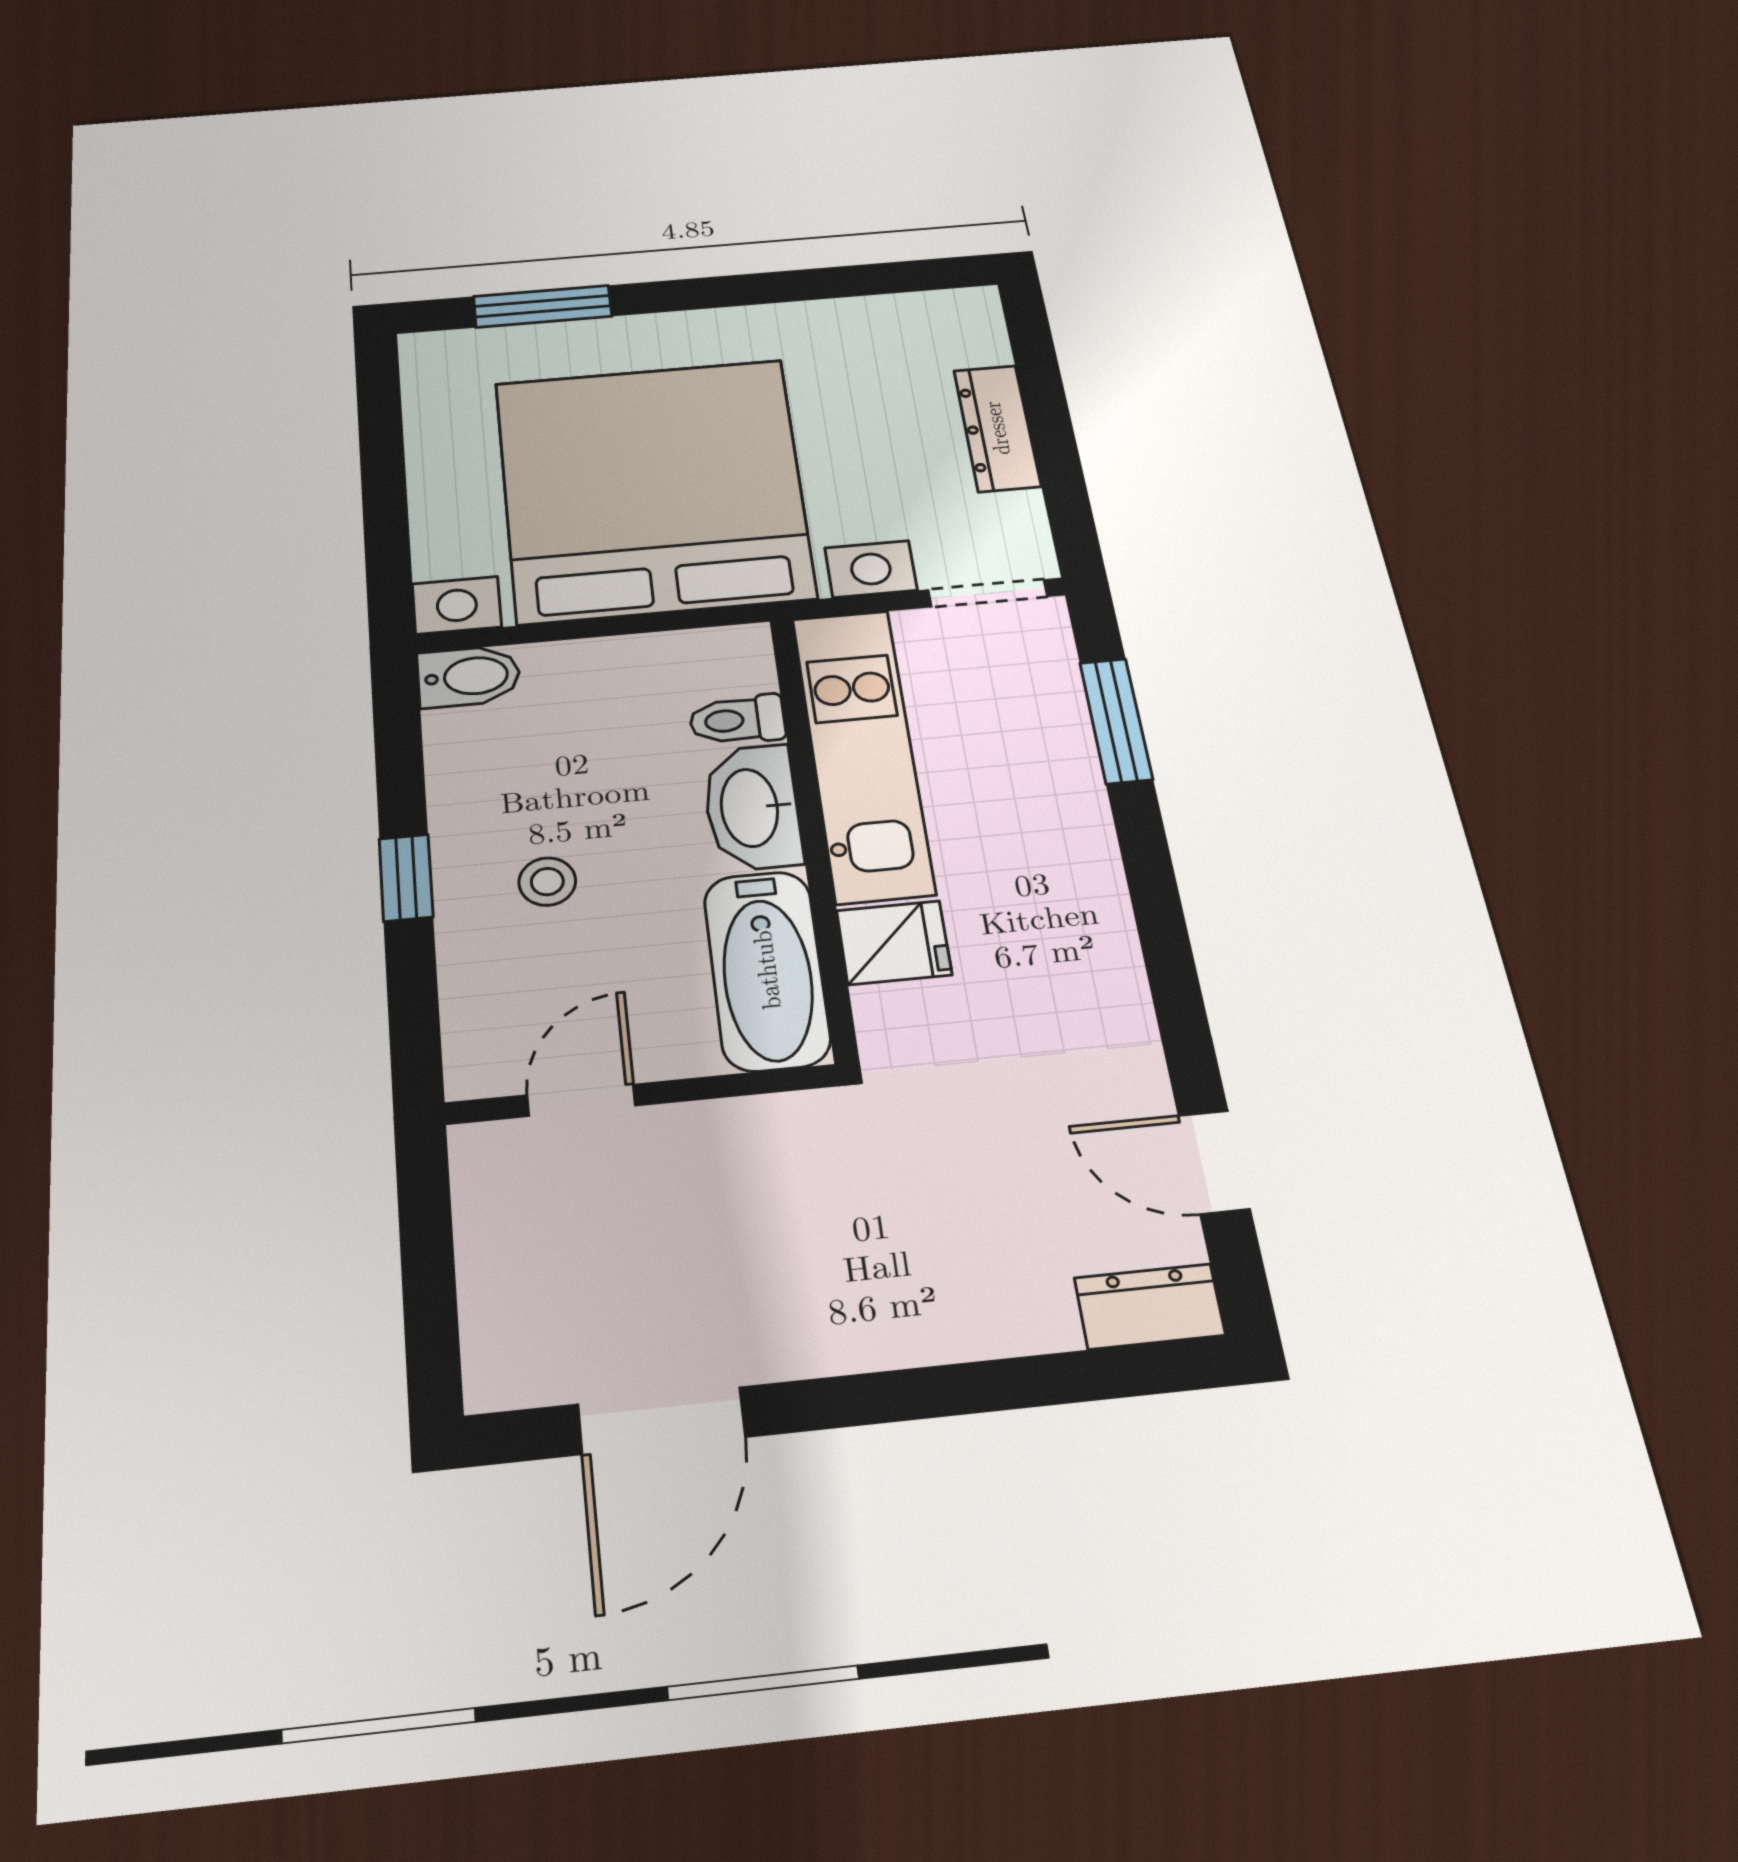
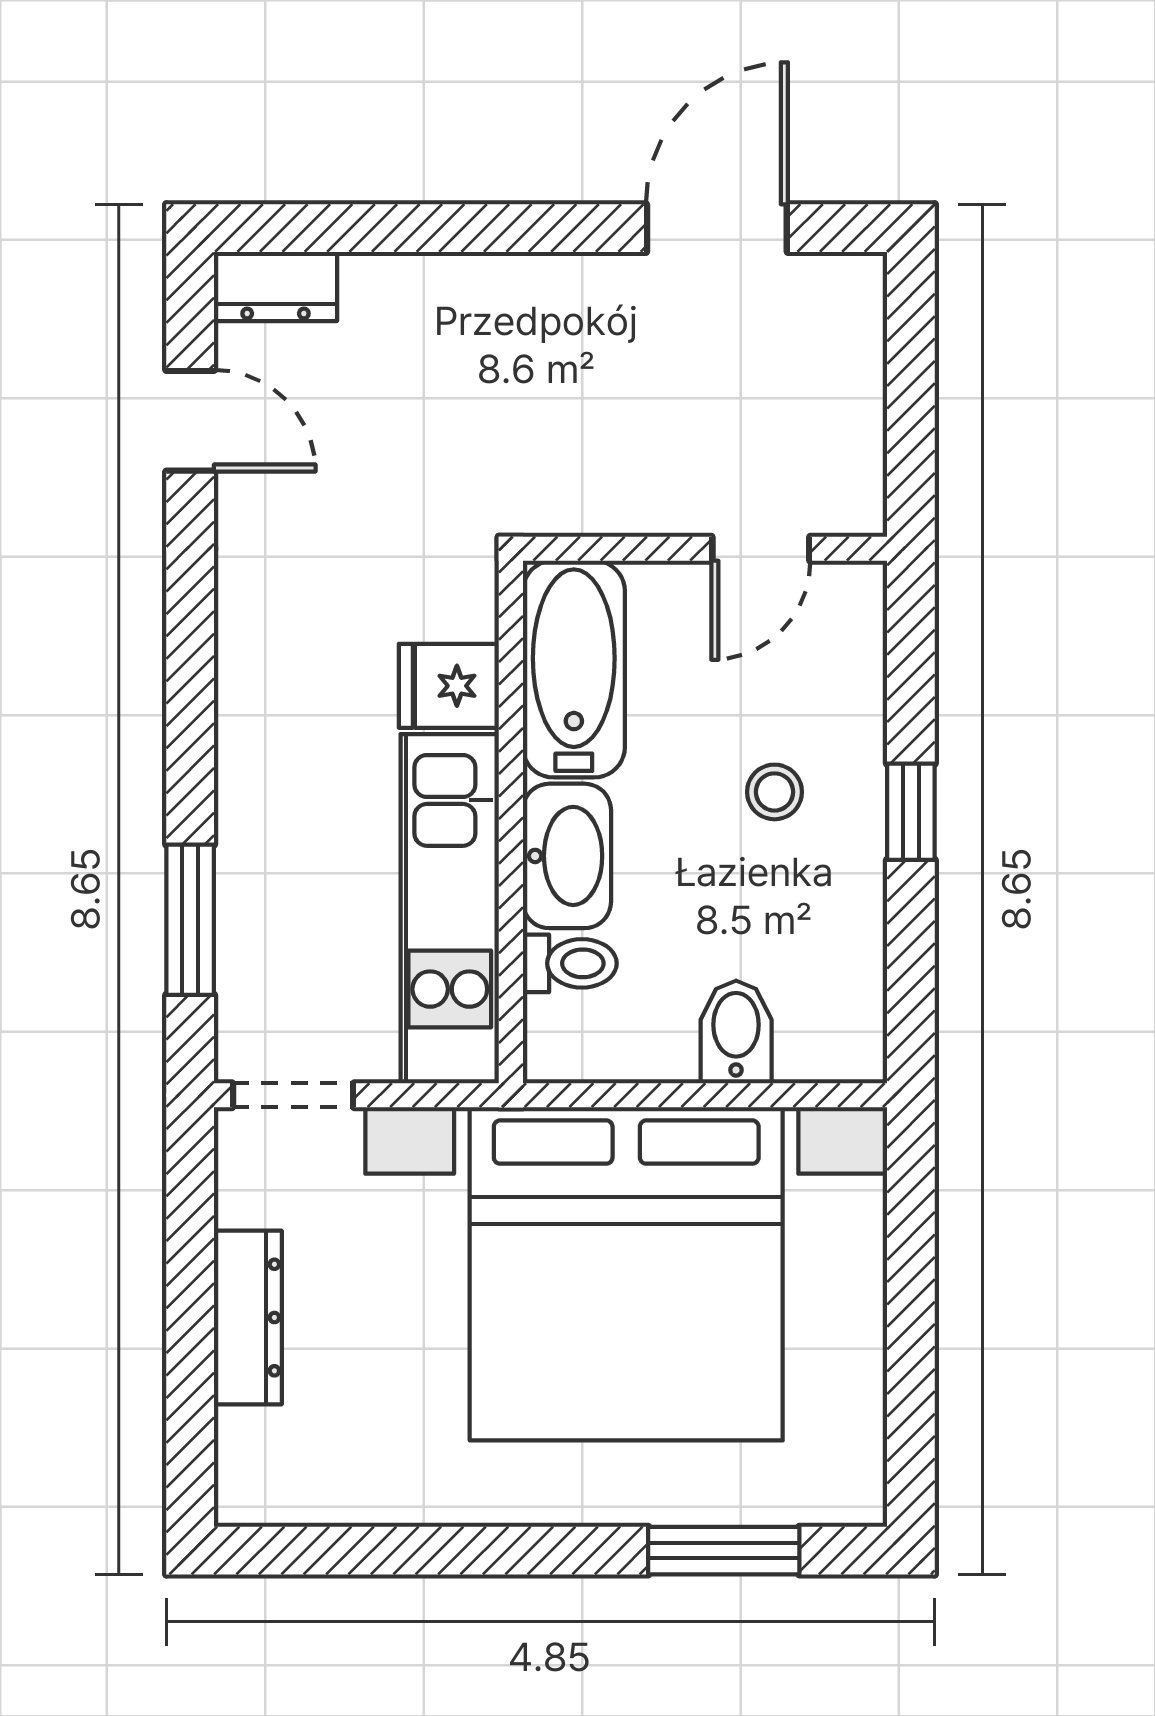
bidet: (469, 676) -> (736, 1032), moved, turned 90

